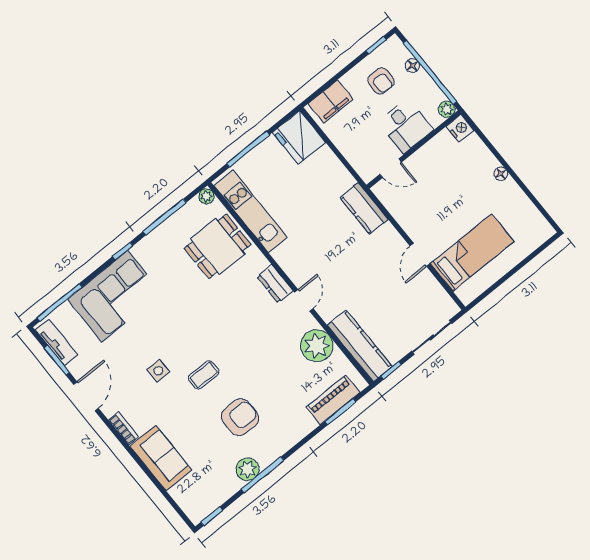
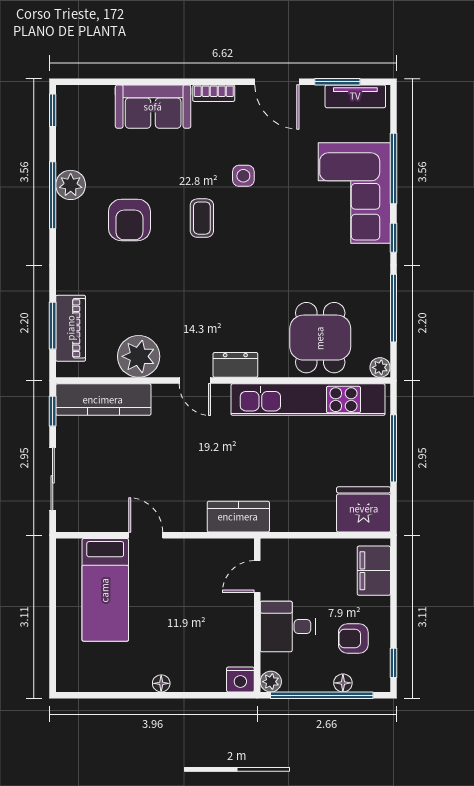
kitchen unit: (251, 211) -> (308, 400), width x1.36
window: (59, 302) -> (393, 168), moved

